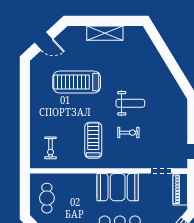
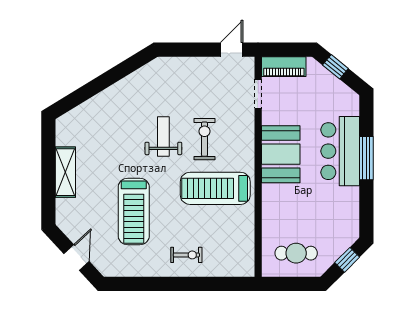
exercise bike: (128, 133) -> (204, 139), width x1.38, depth x1.39
treadmill: (93, 140) -> (215, 188), width x1.37, depth x1.38
exercise bike: (51, 148) -> (186, 255), moved

